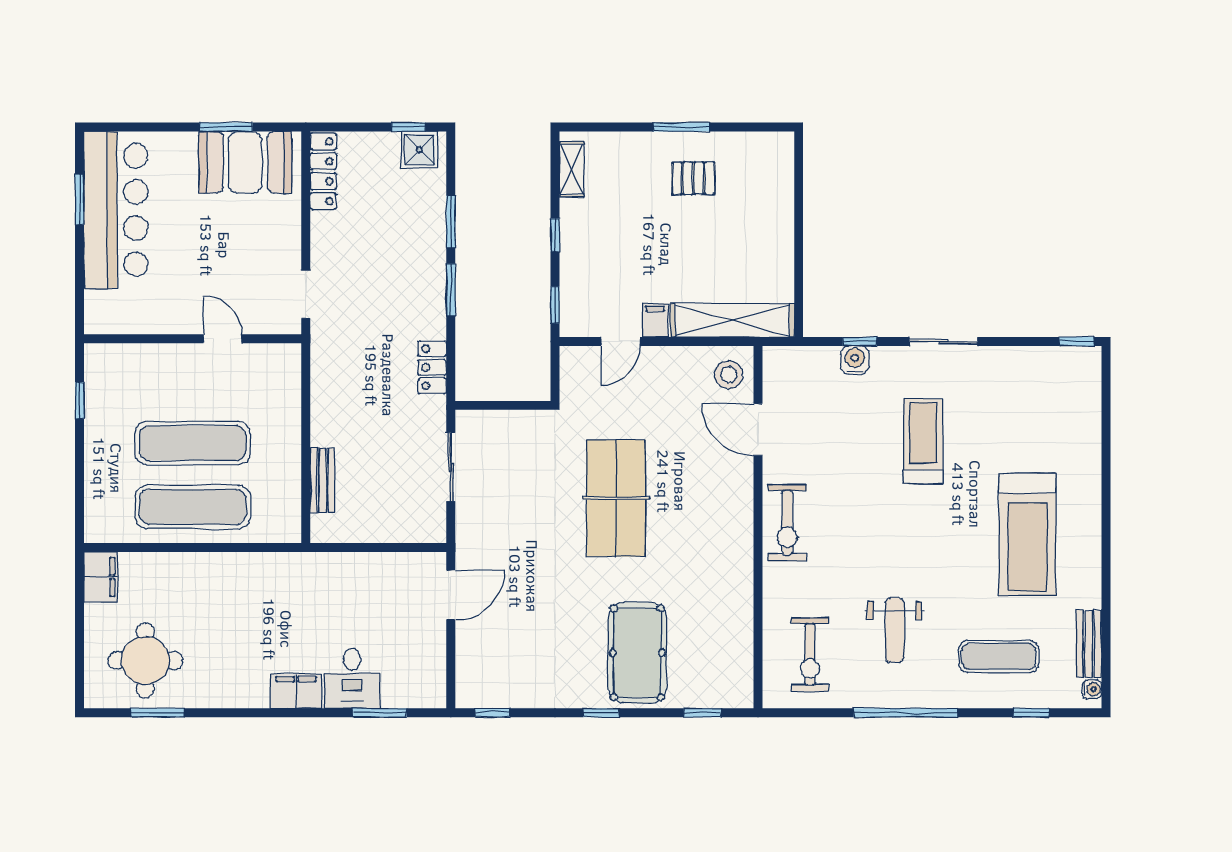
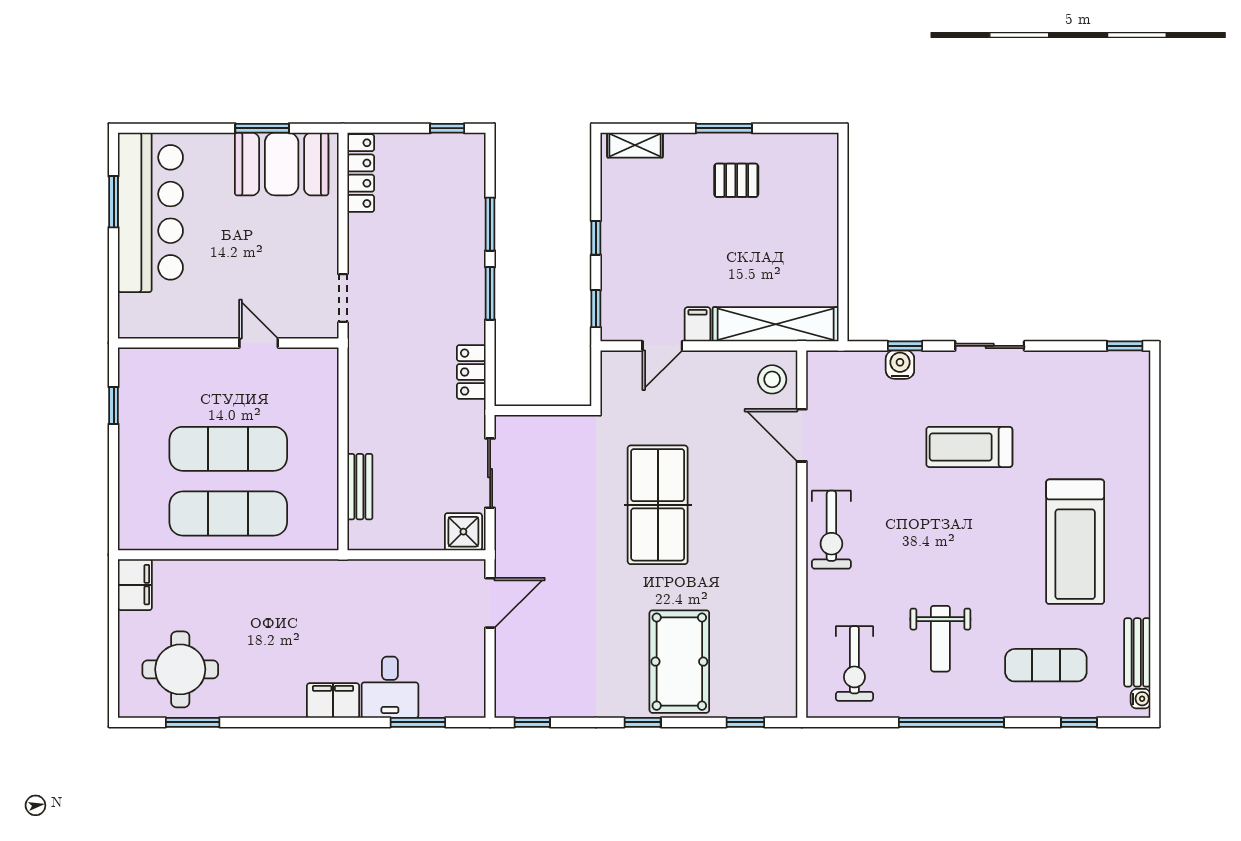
shower: (419, 150) -> (463, 532), moved
shelving: (572, 169) -> (635, 145), moved, turned 90
treadmill: (923, 441) -> (969, 447), turned -90

